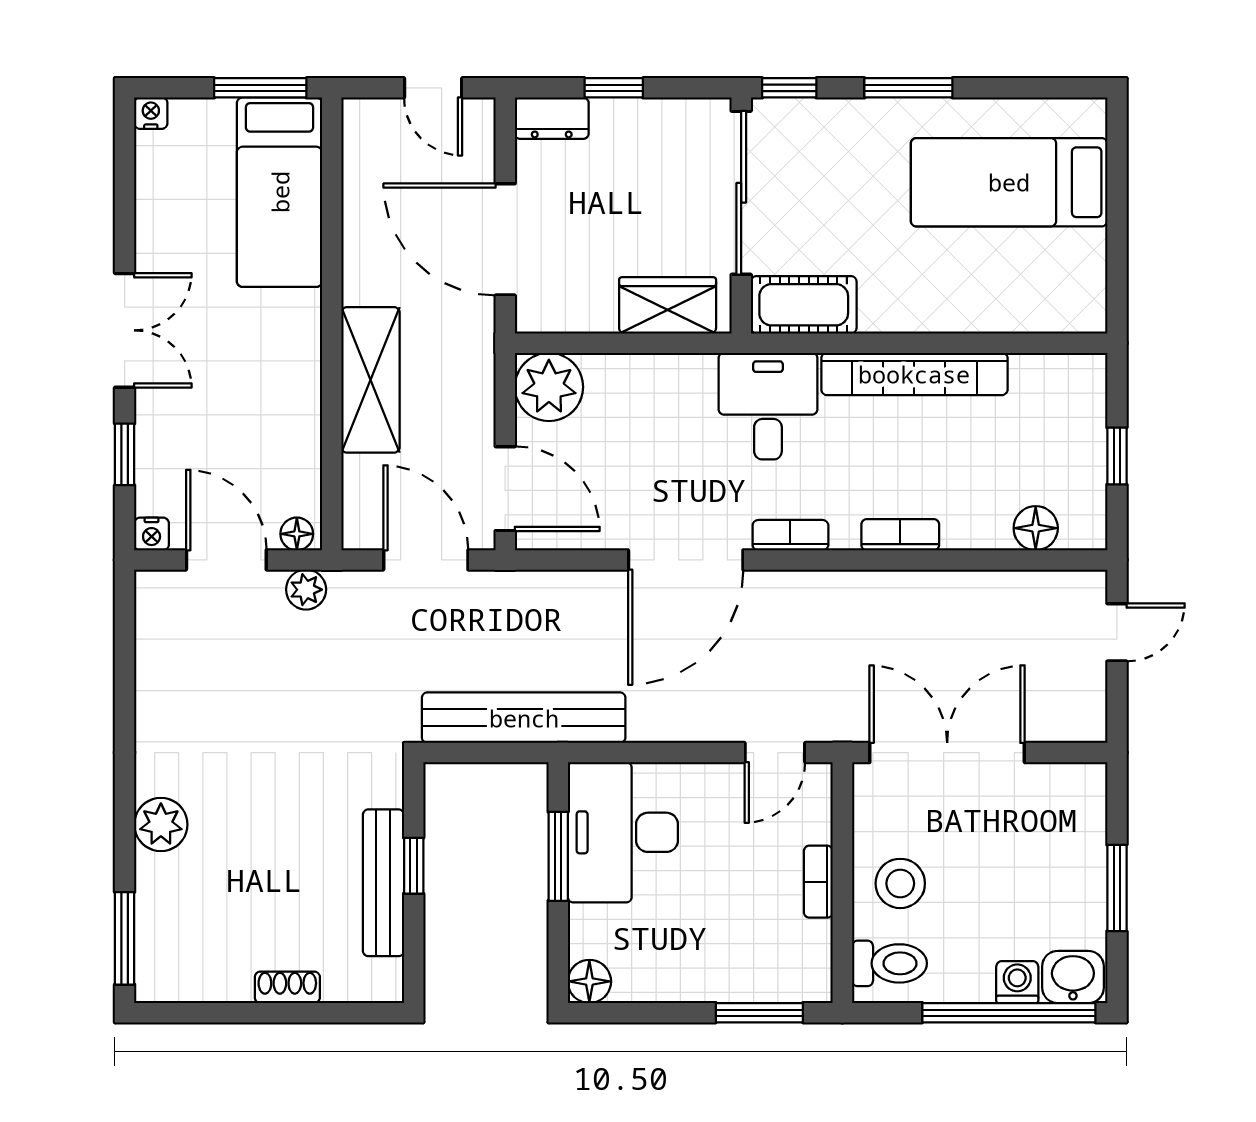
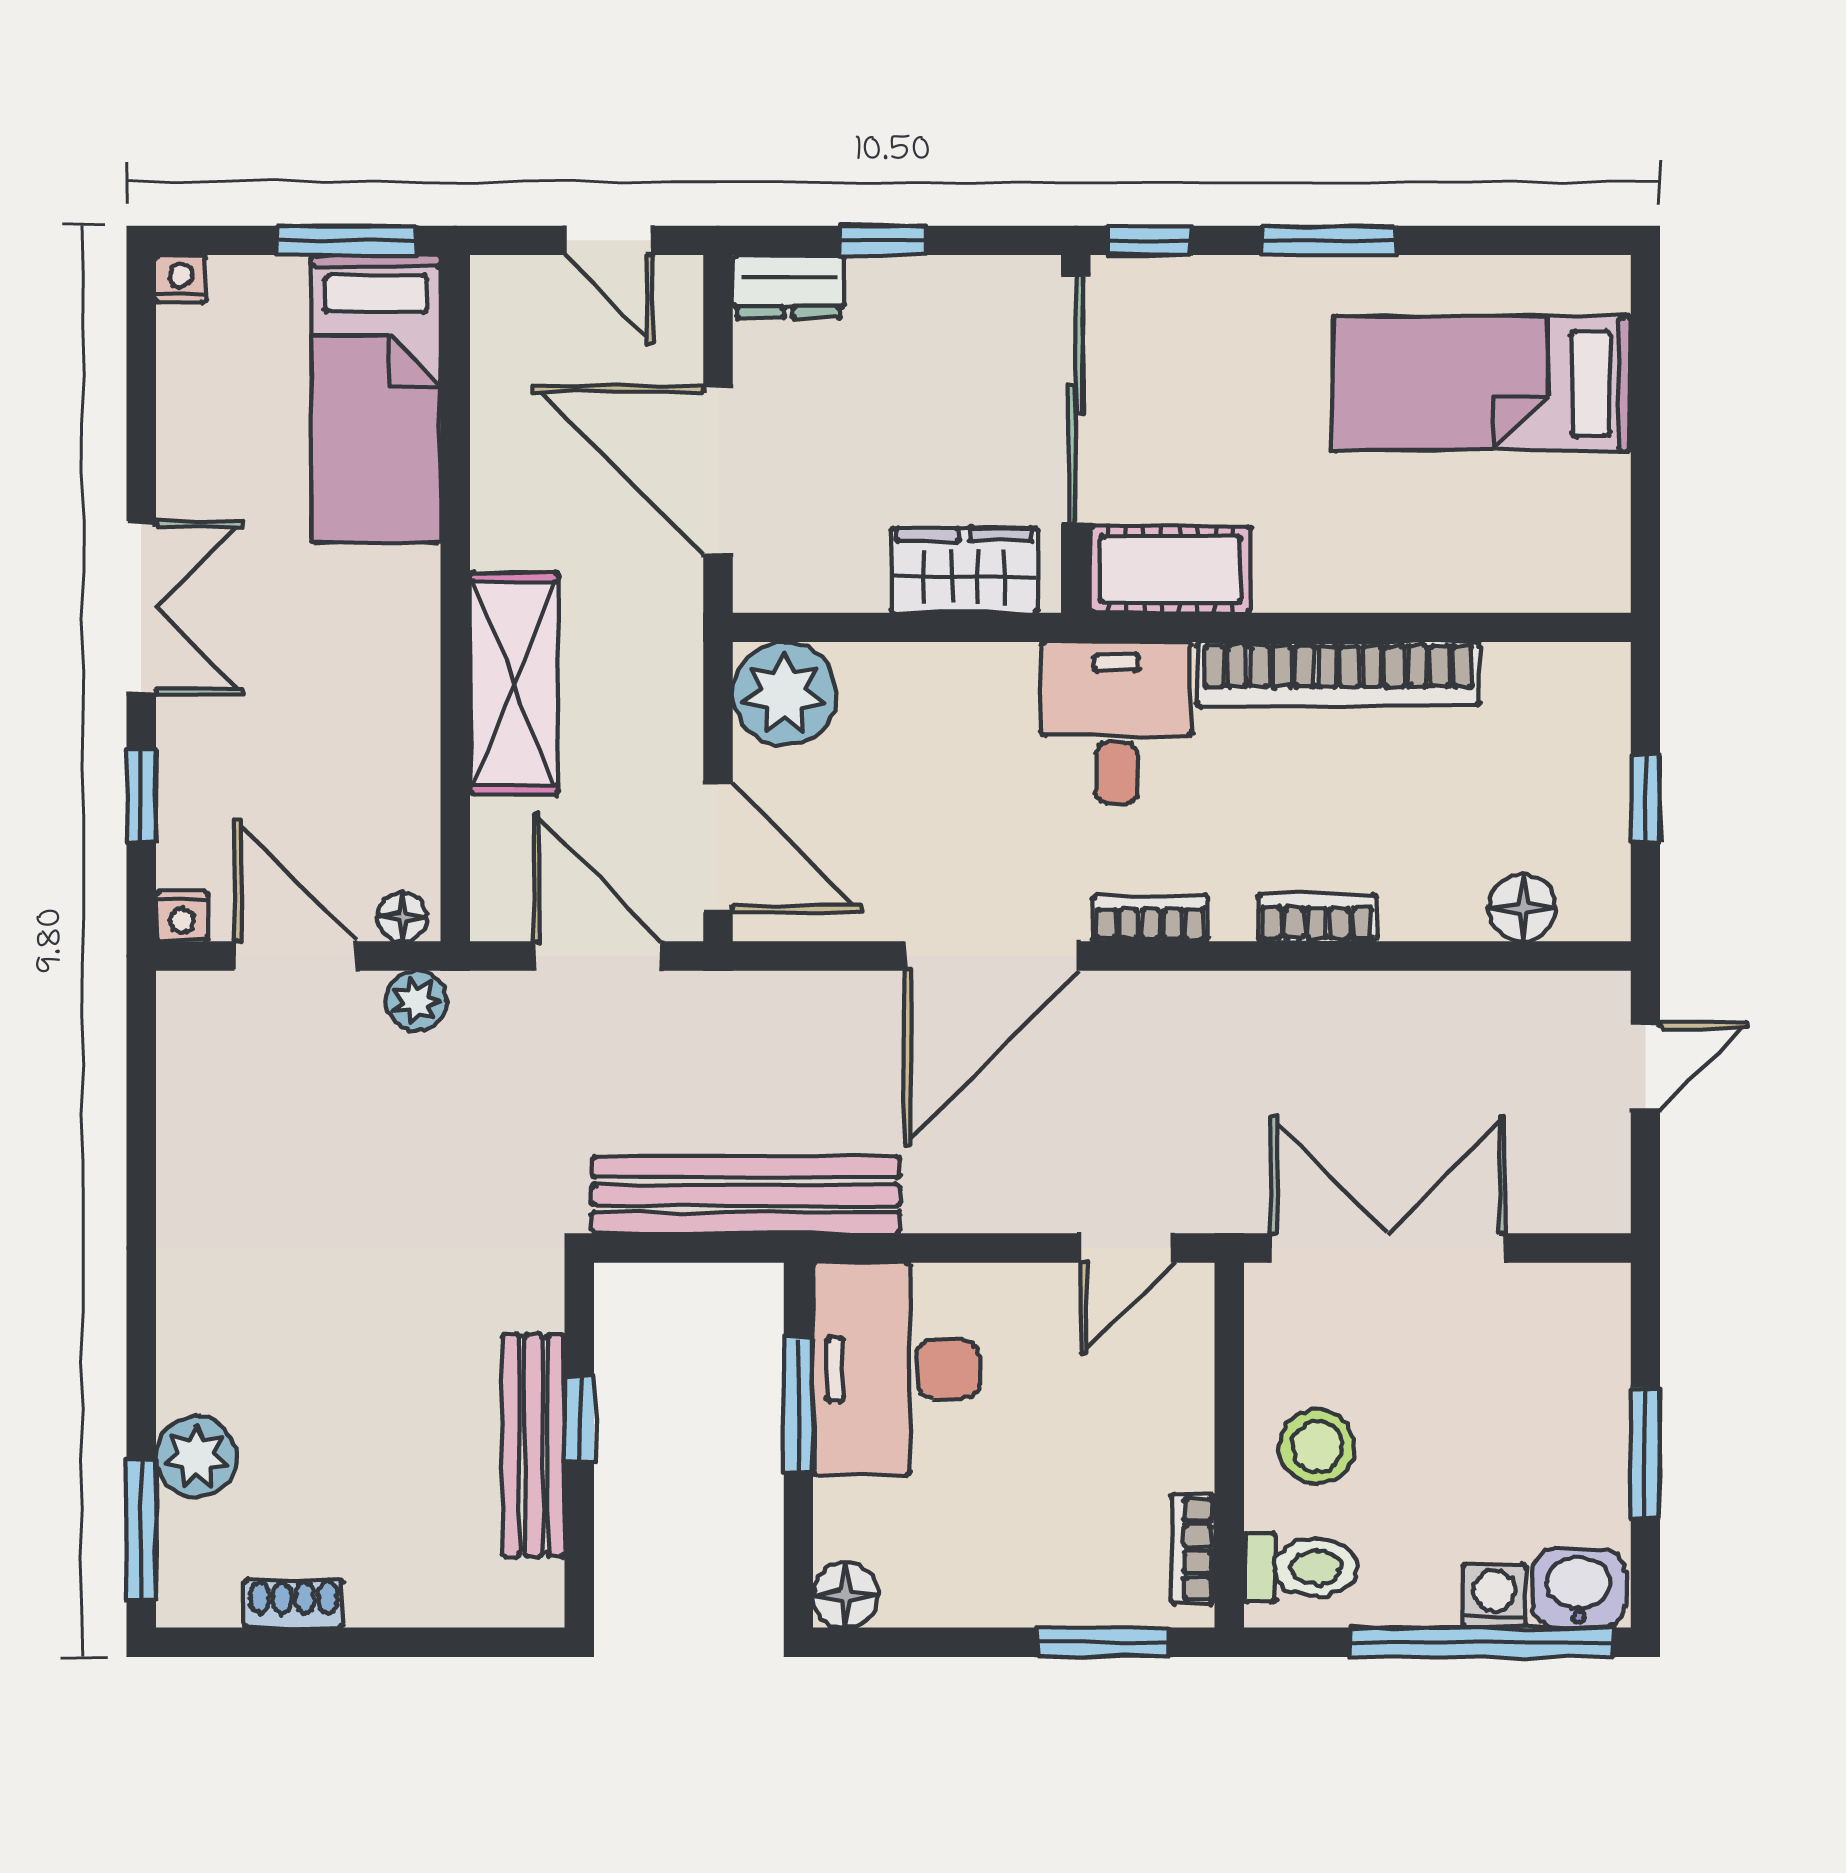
plant: (161, 825) -> (196, 1457), moved
bookcase: (818, 882) -> (1193, 1549), moved
shoe rack: (287, 987) -> (294, 1604), moved

